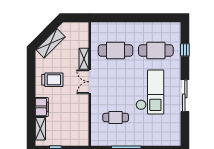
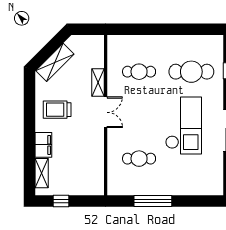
cafe table: (116, 50) -> (139, 72), width x0.73, depth x0.74
trolley: (52, 80) -> (57, 110), turned 180
double door: (90, 82) -> (106, 112), swing flipped

